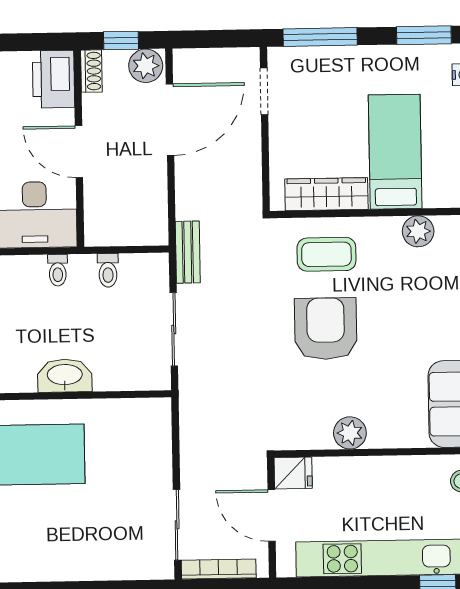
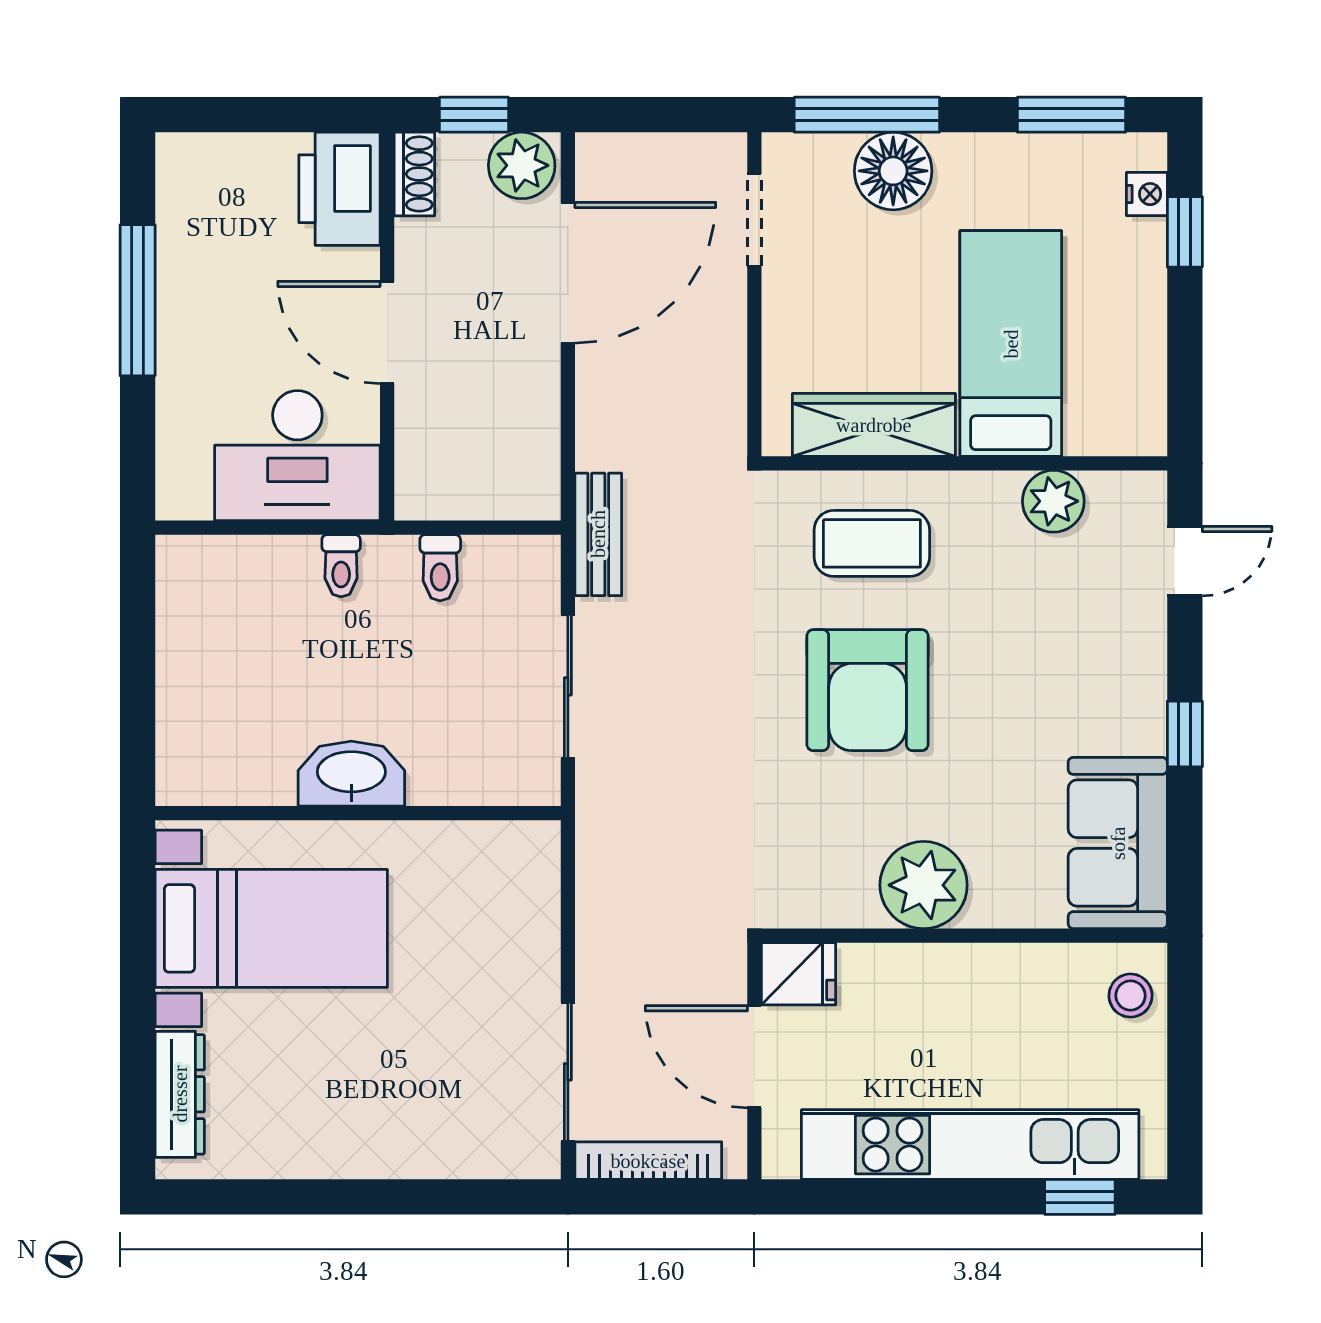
floor lamp: (334, 65) -> (893, 171), added
armchair: (326, 329) -> (868, 690), turned 180
plant: (350, 433) -> (924, 885), width x1.36, depth x1.36

